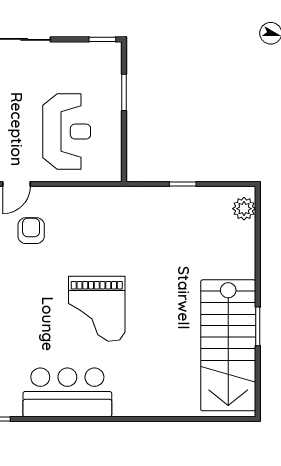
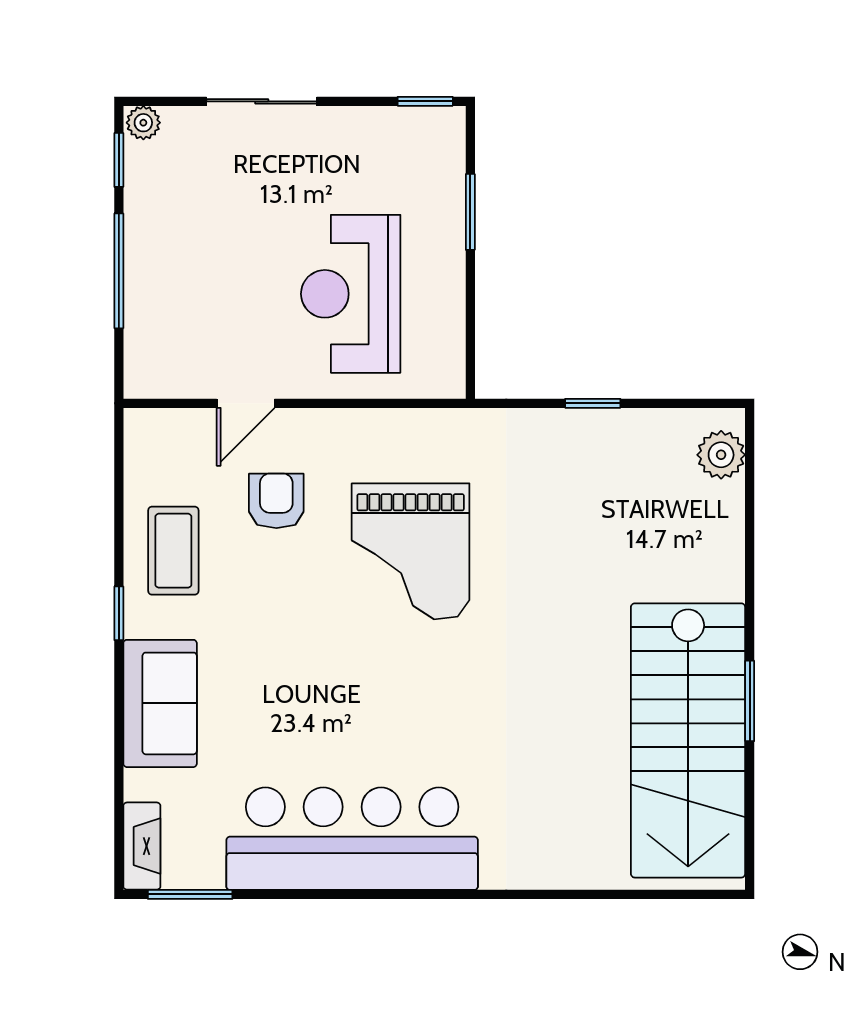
reception desk: (67, 132) -> (351, 294), turned 180
grand piano: (97, 309) -> (411, 551), moved
bar counter: (67, 392) -> (352, 839), width x1.36

